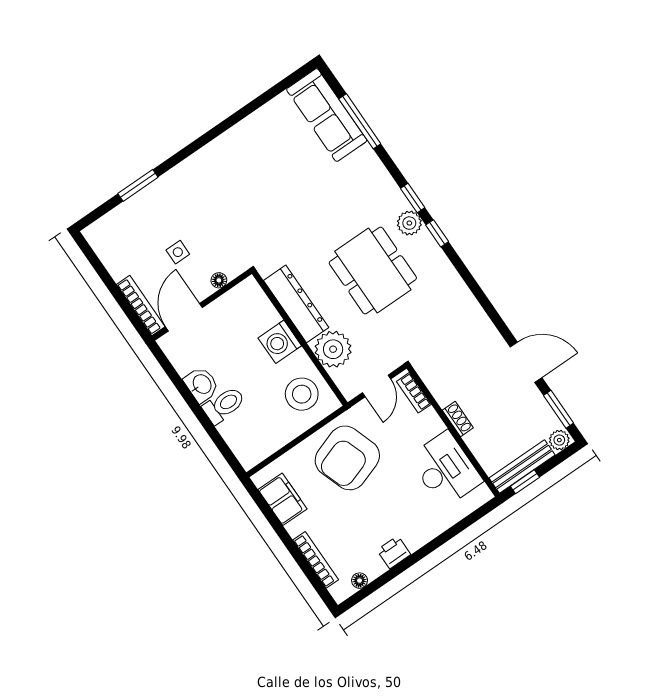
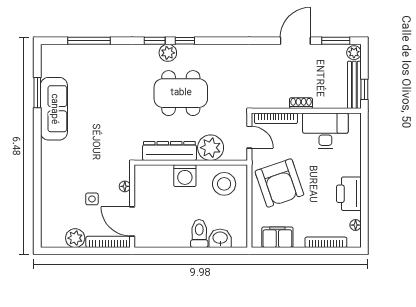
sofa: (327, 115) -> (54, 109), moved, turned -90
window: (138, 185) -> (37, 93), moved
plant: (119, 264) -> (75, 238), added
washbasin: (201, 385) -> (220, 238), moved
bookcase: (414, 393) -> (276, 118), width x1.56
printer: (394, 552) -> (349, 194), width x1.87, depth x1.48

